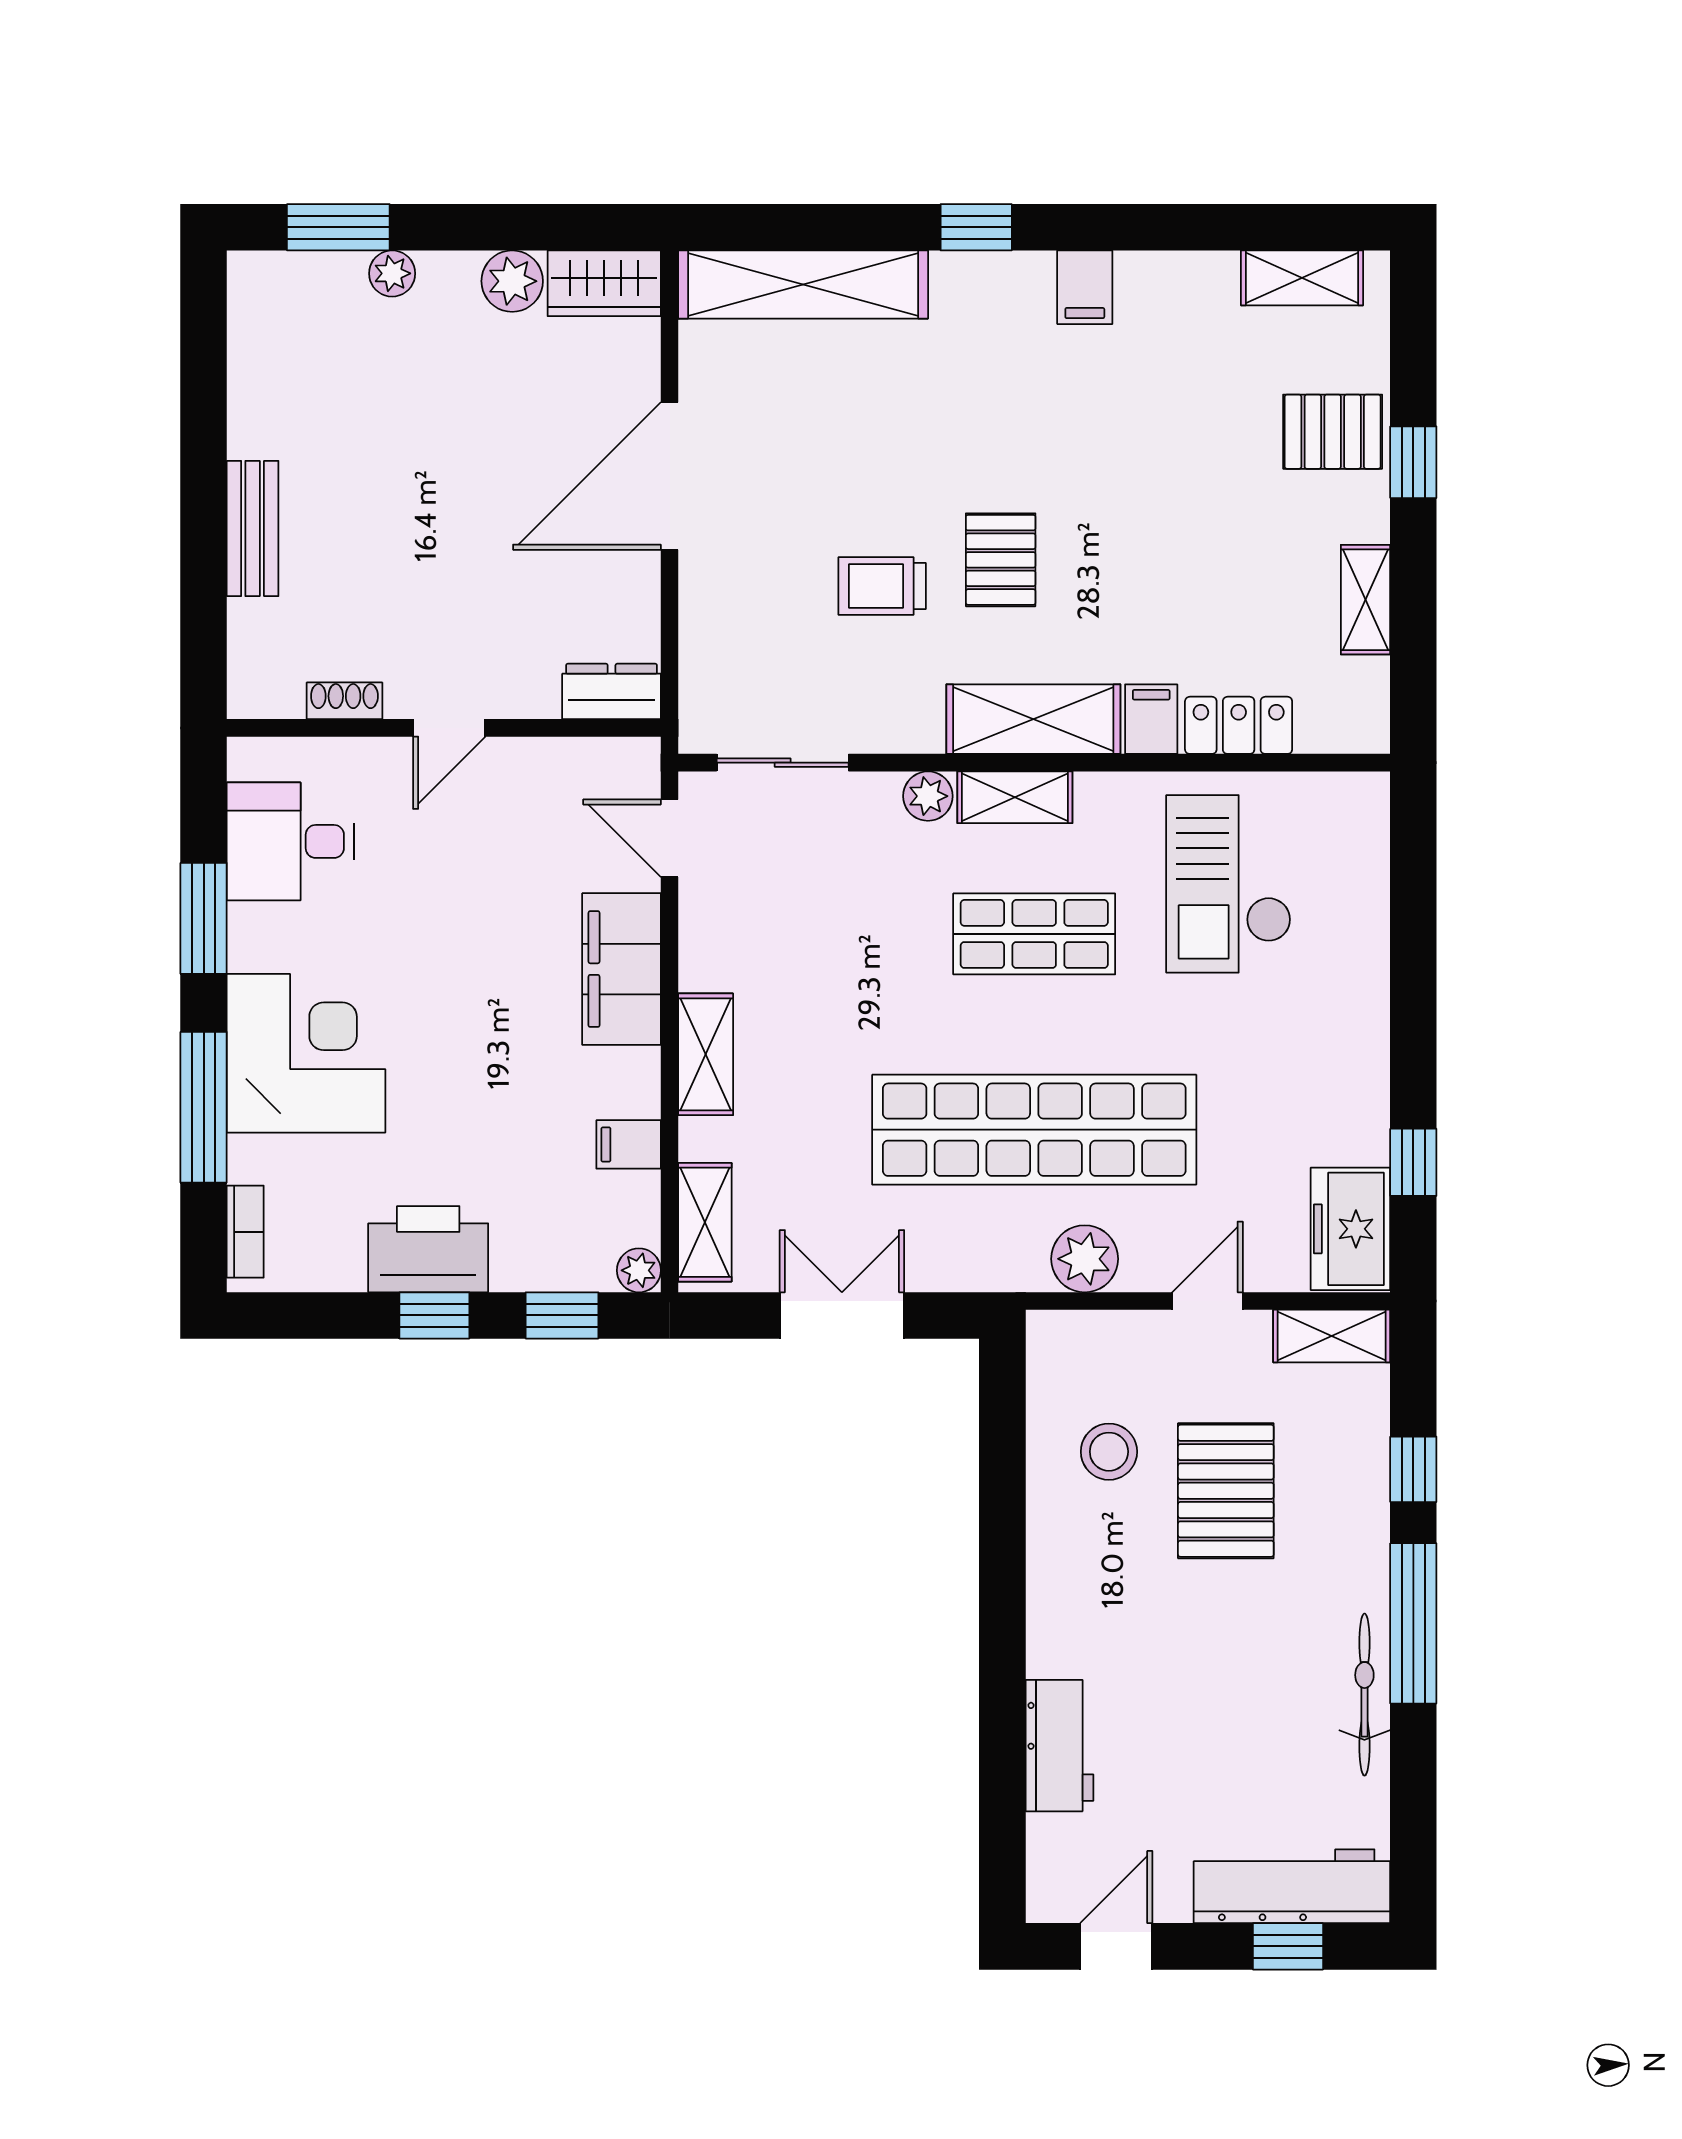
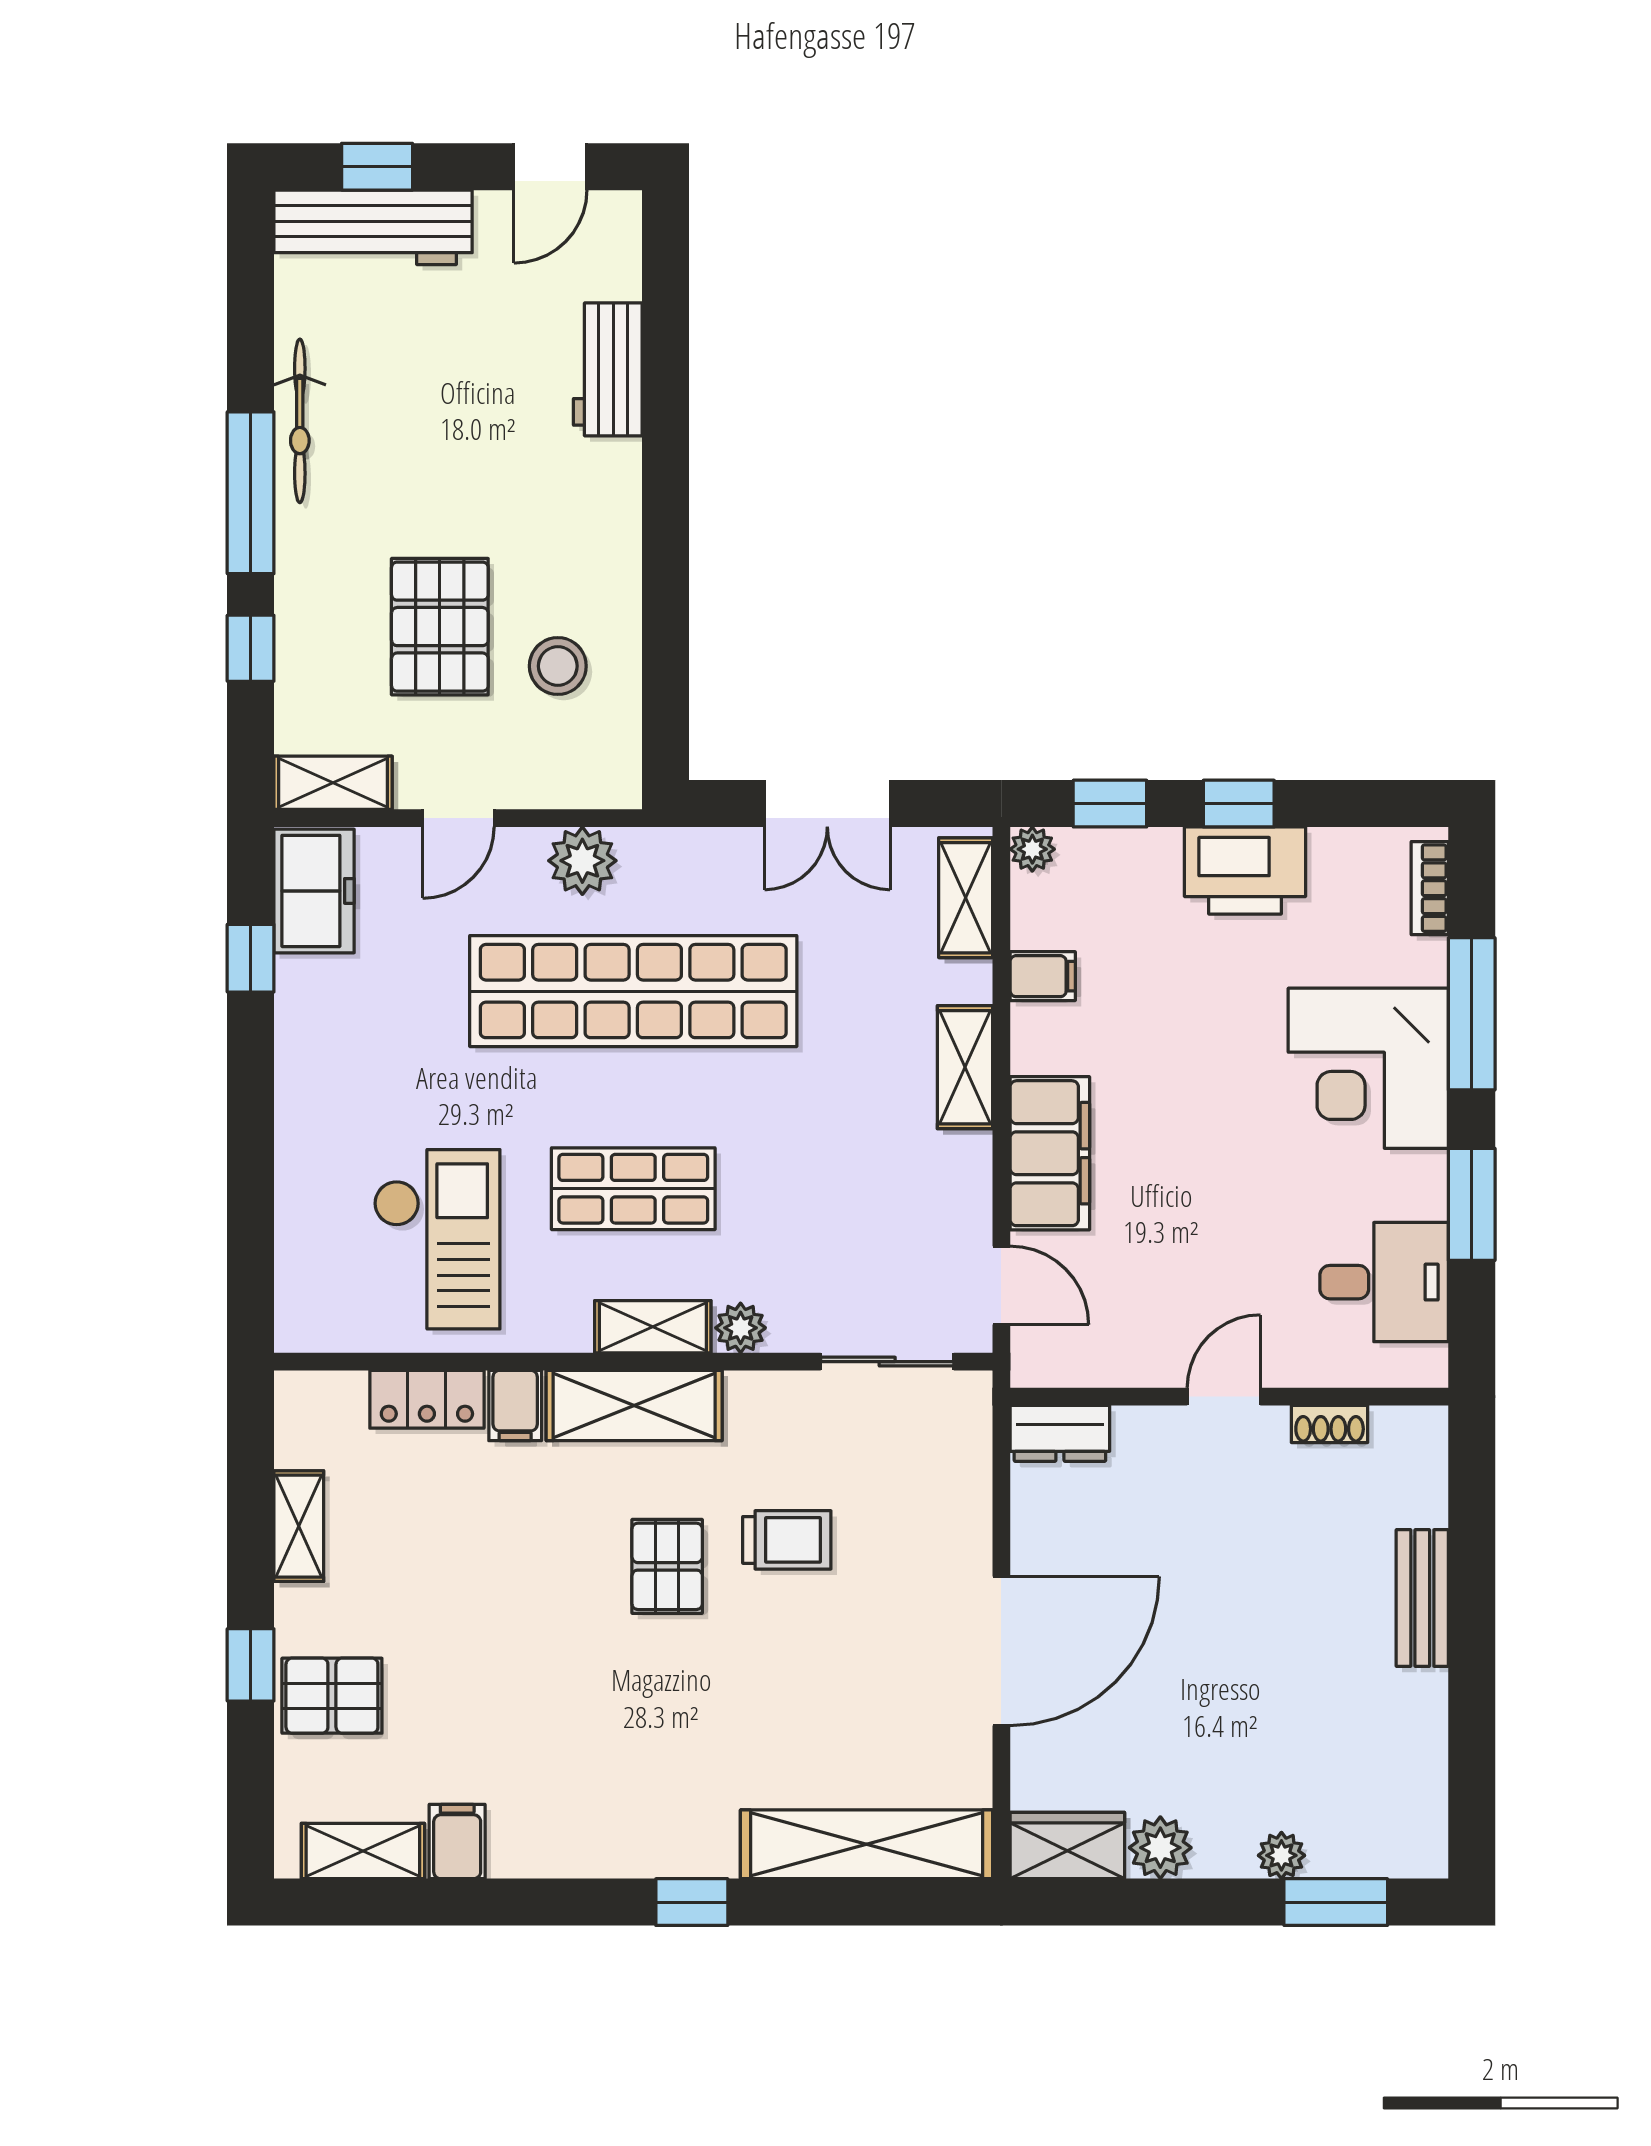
filing cabinet: (1085, 287) -> (457, 1842), moved

